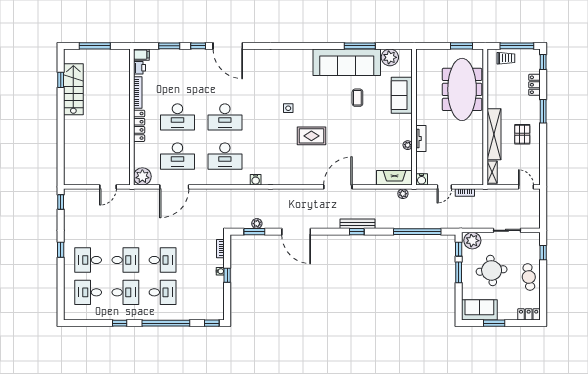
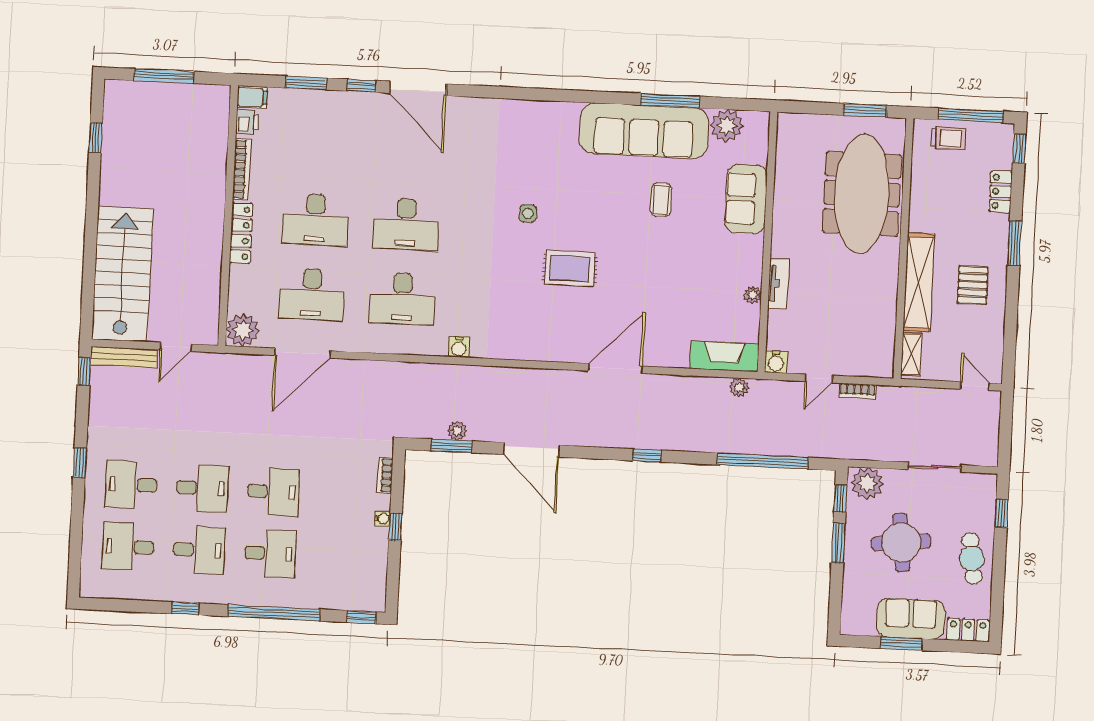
stairs: (73, 89) -> (123, 274), moved, width x1.36, depth x1.51
bench: (357, 224) -> (124, 357), moved
sofa: (479, 310) -> (911, 619), moved

